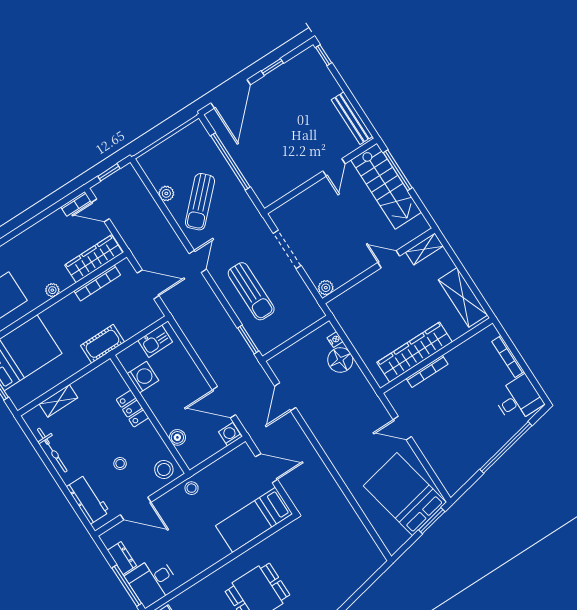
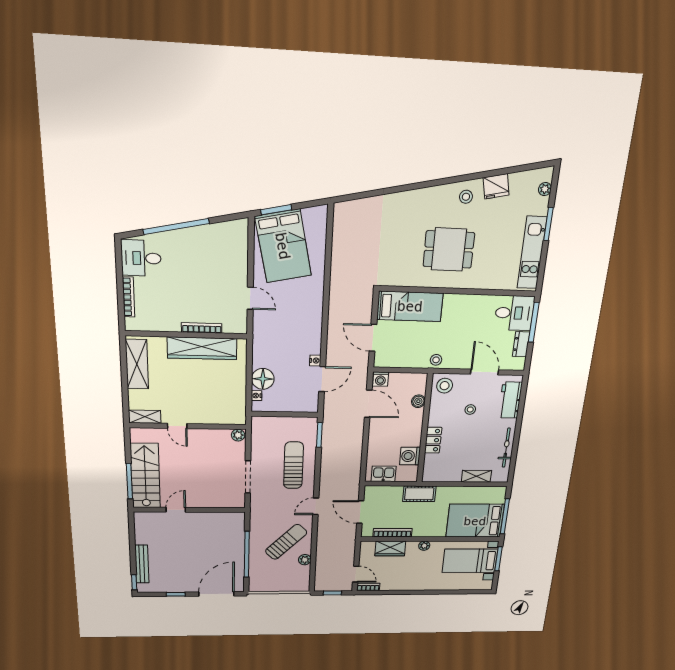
bench: (352, 118) -> (142, 564), moved
wardrobe: (94, 259) -> (390, 548), width x0.67
nightstand: (304, 410) -> (315, 361), added

